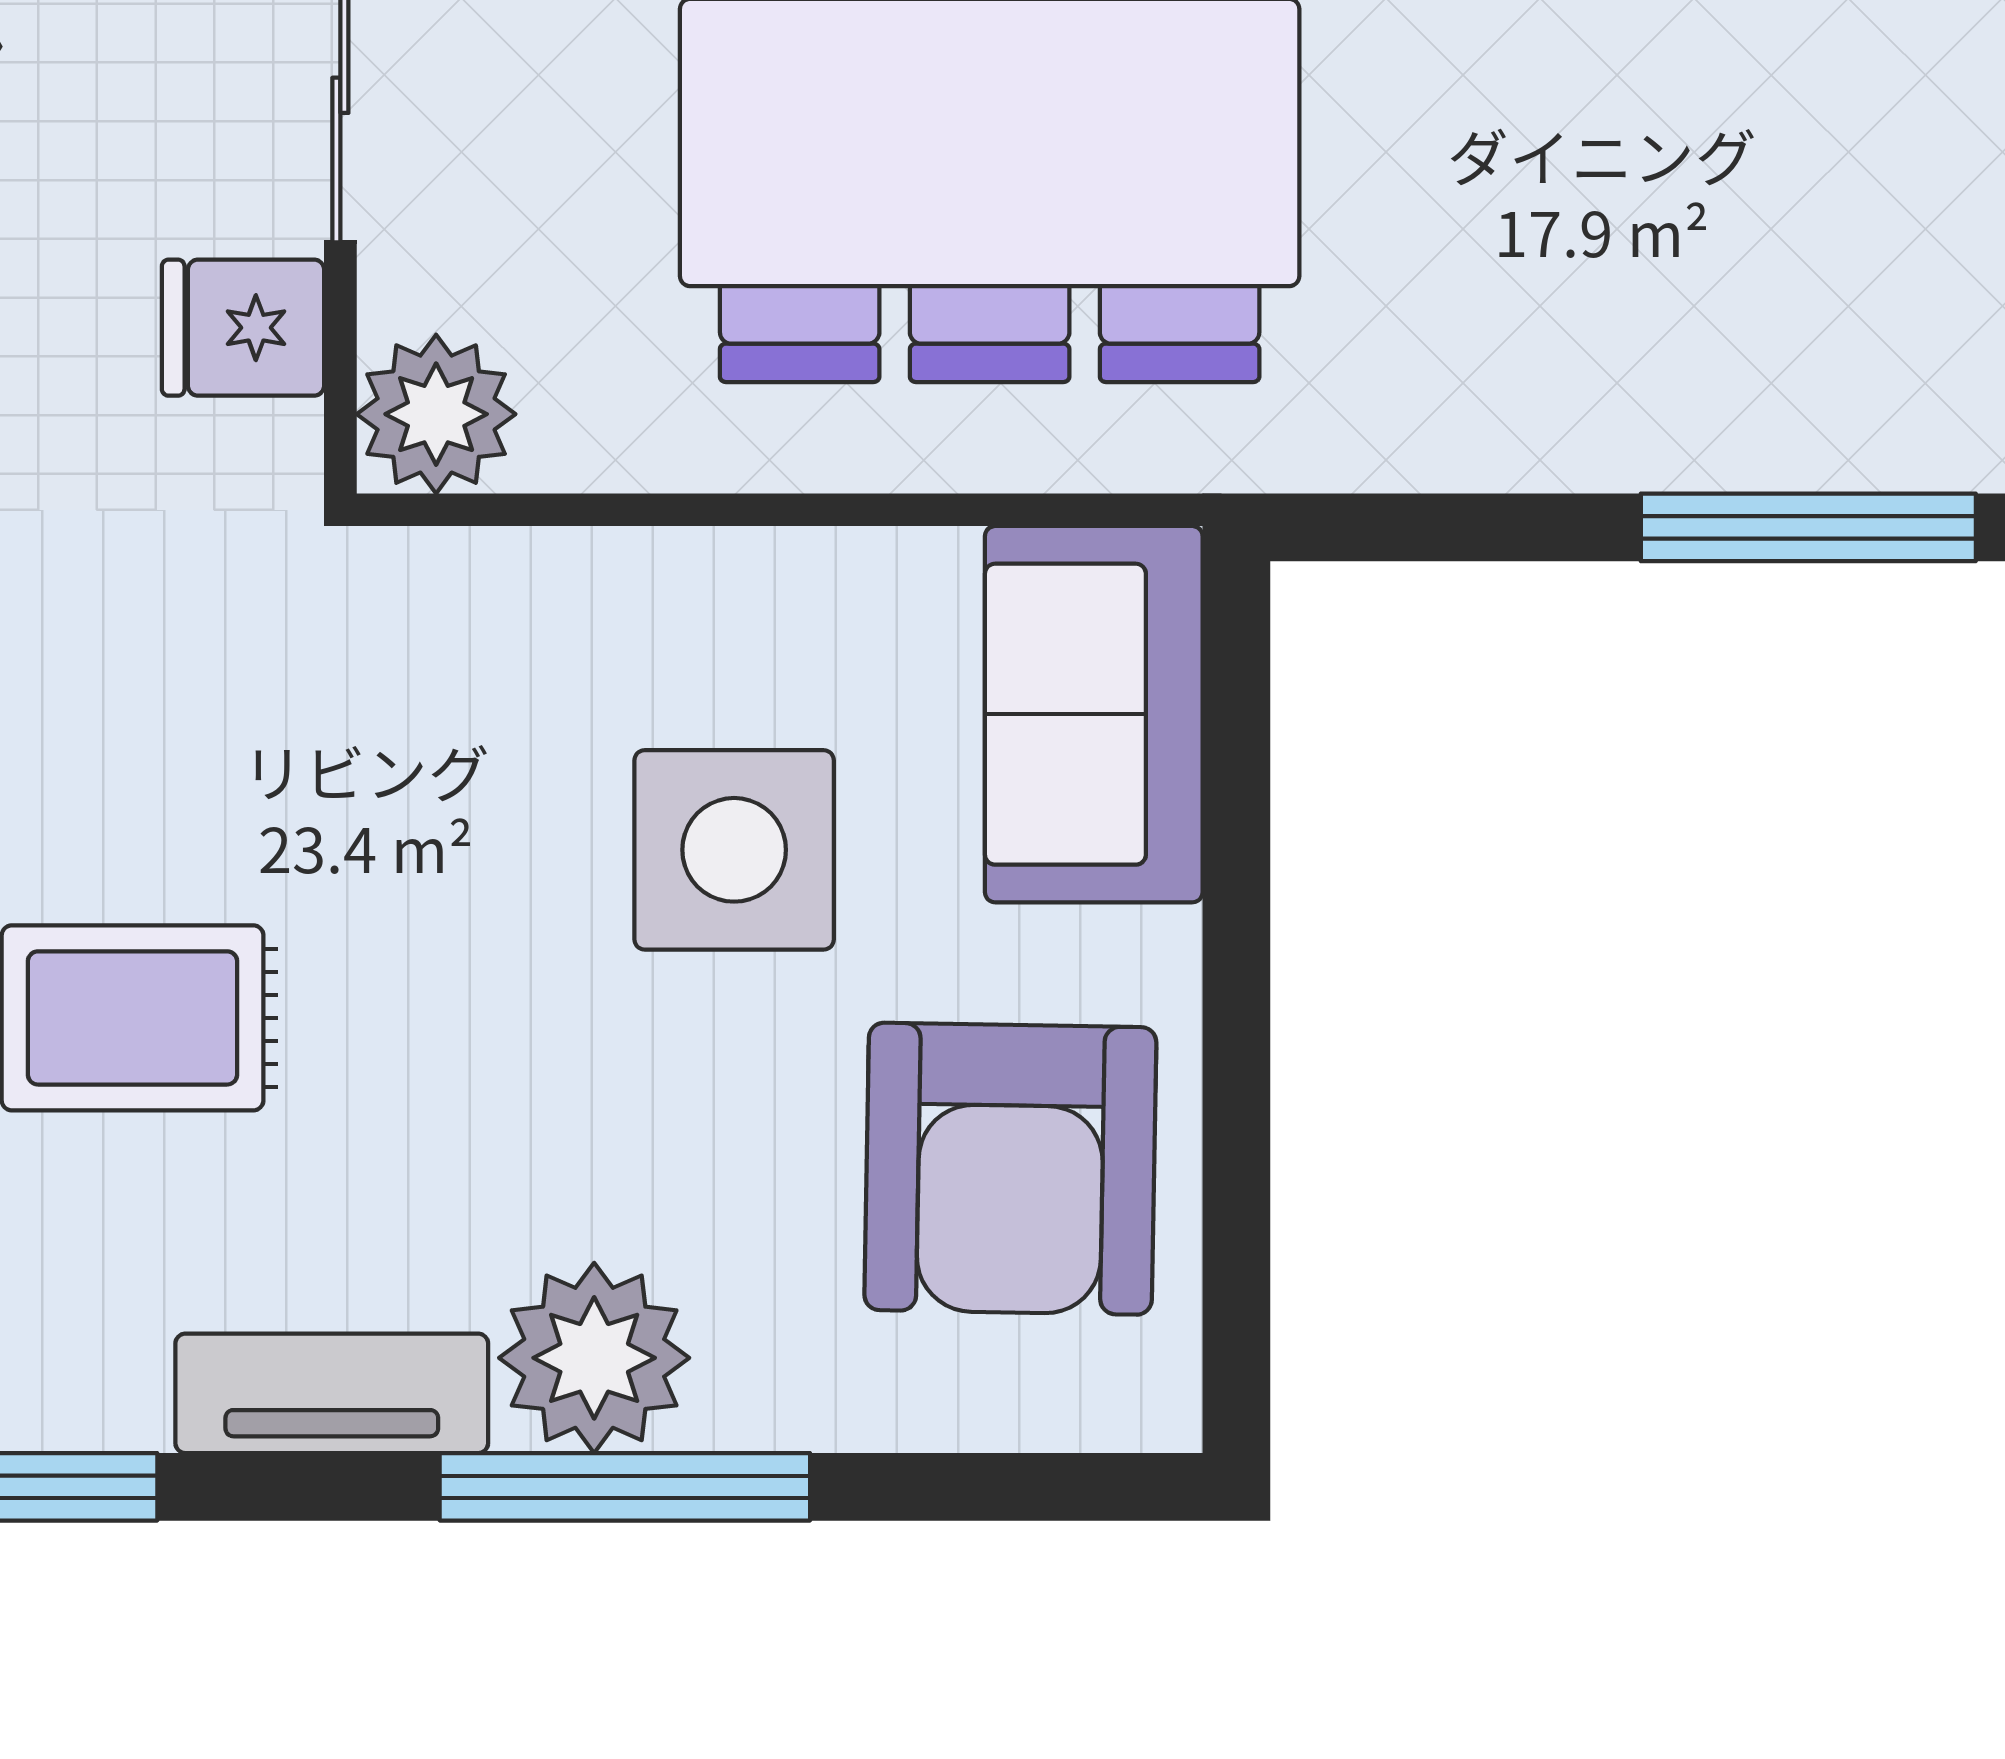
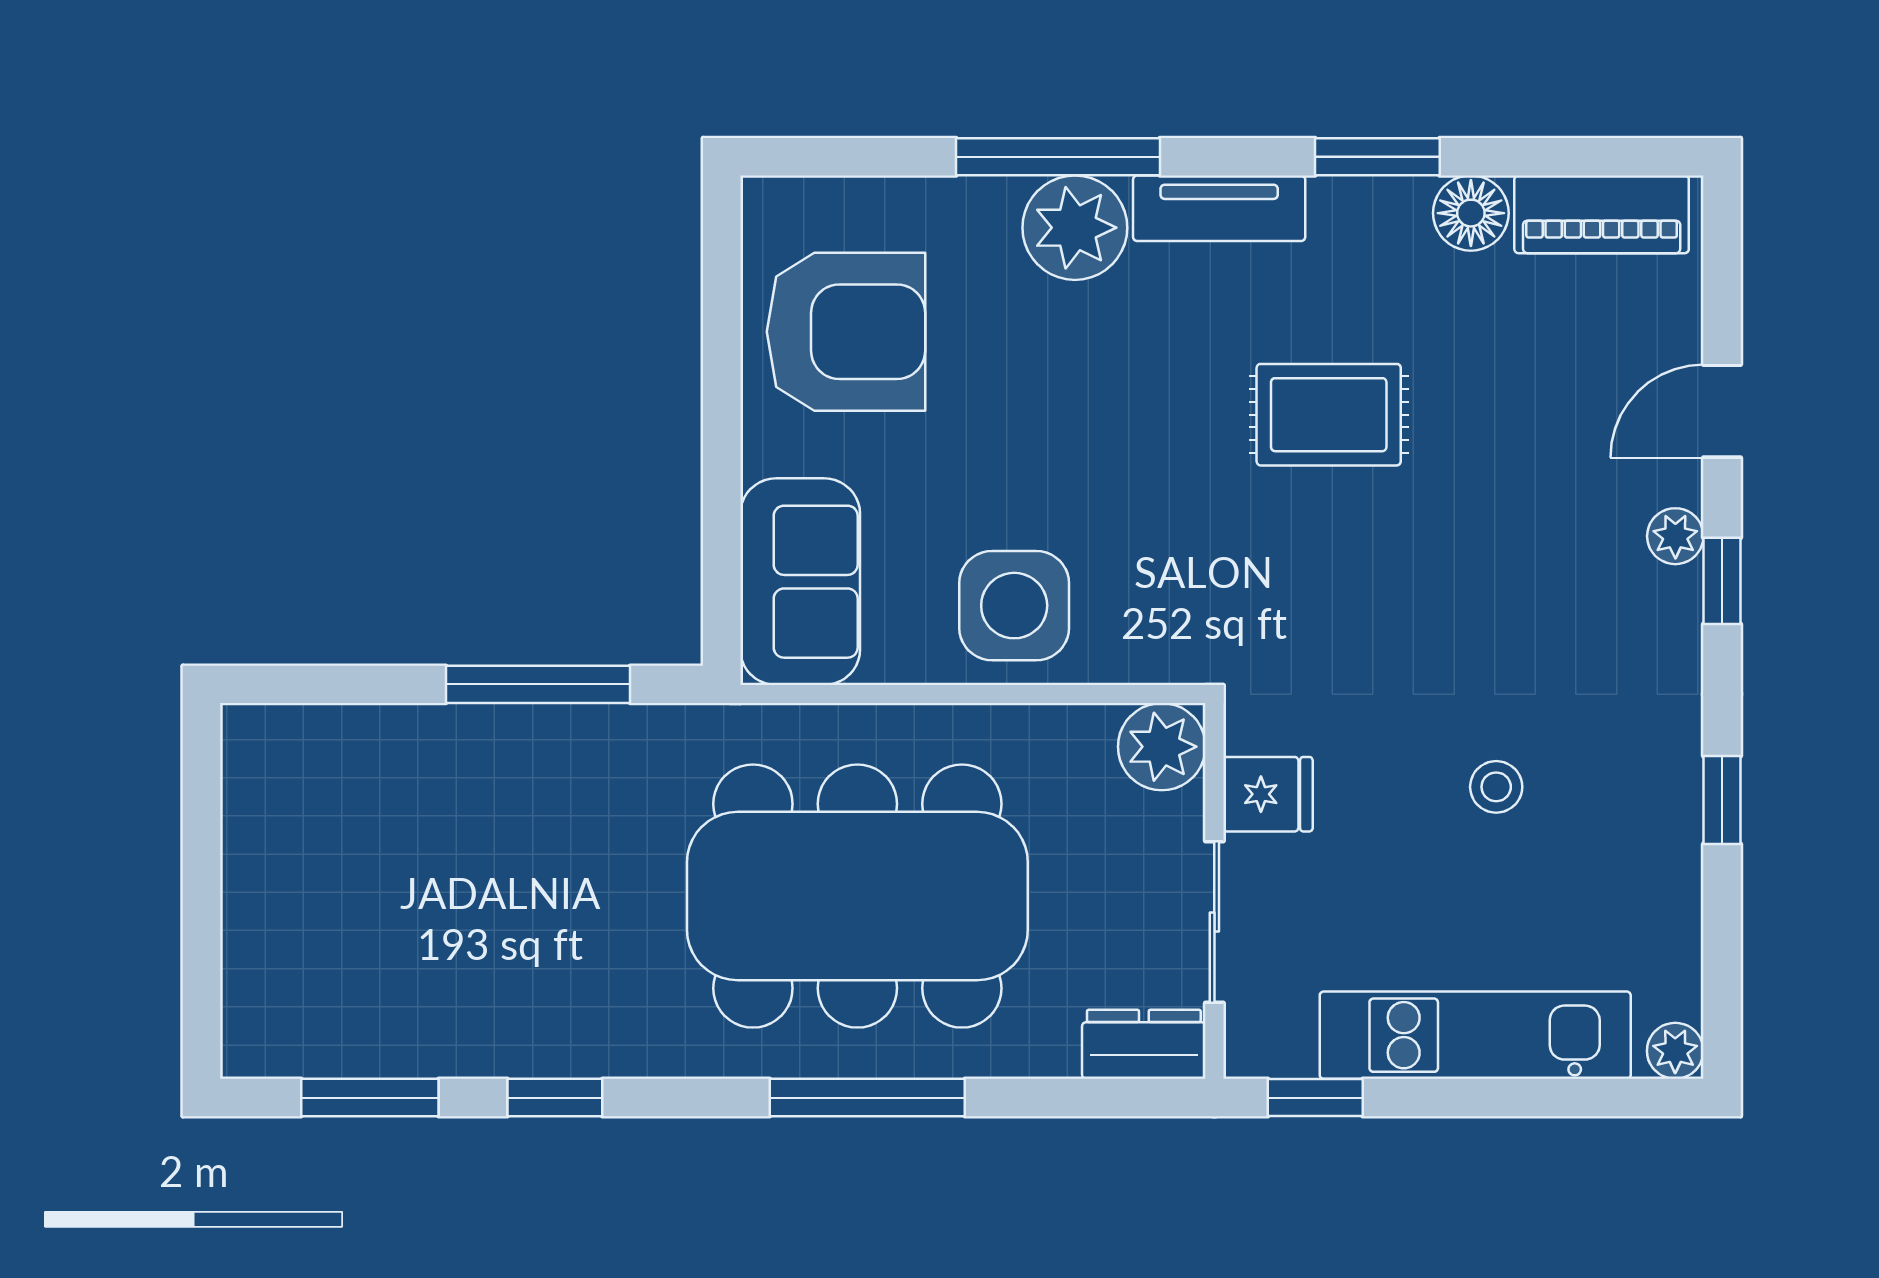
window: (1808, 527) -> (538, 684), moved
side table: (734, 850) -> (1014, 606), moved
armchair: (1010, 1169) -> (846, 332), turned 89

